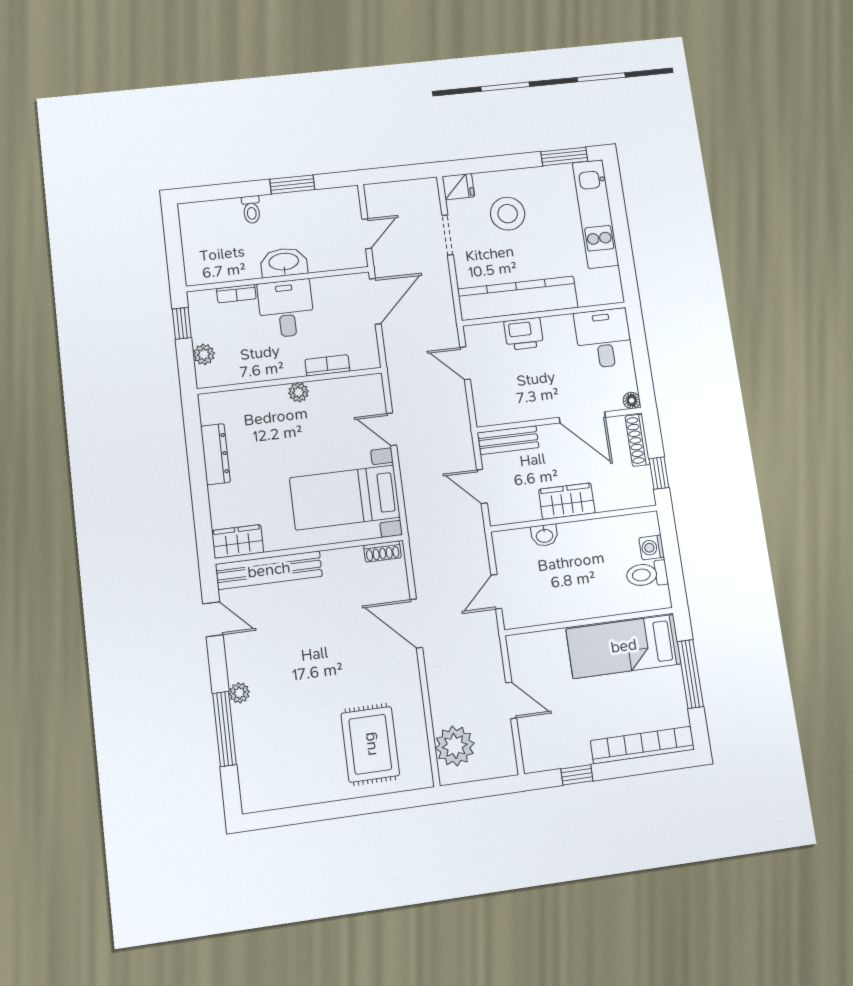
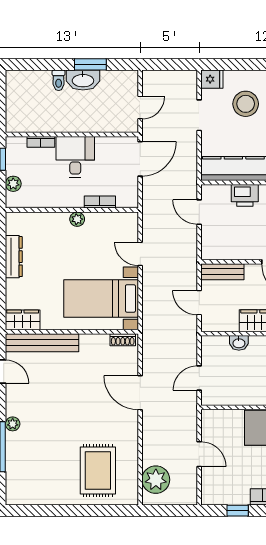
washbasin: (284, 262) -> (83, 80), moved, turned 180

